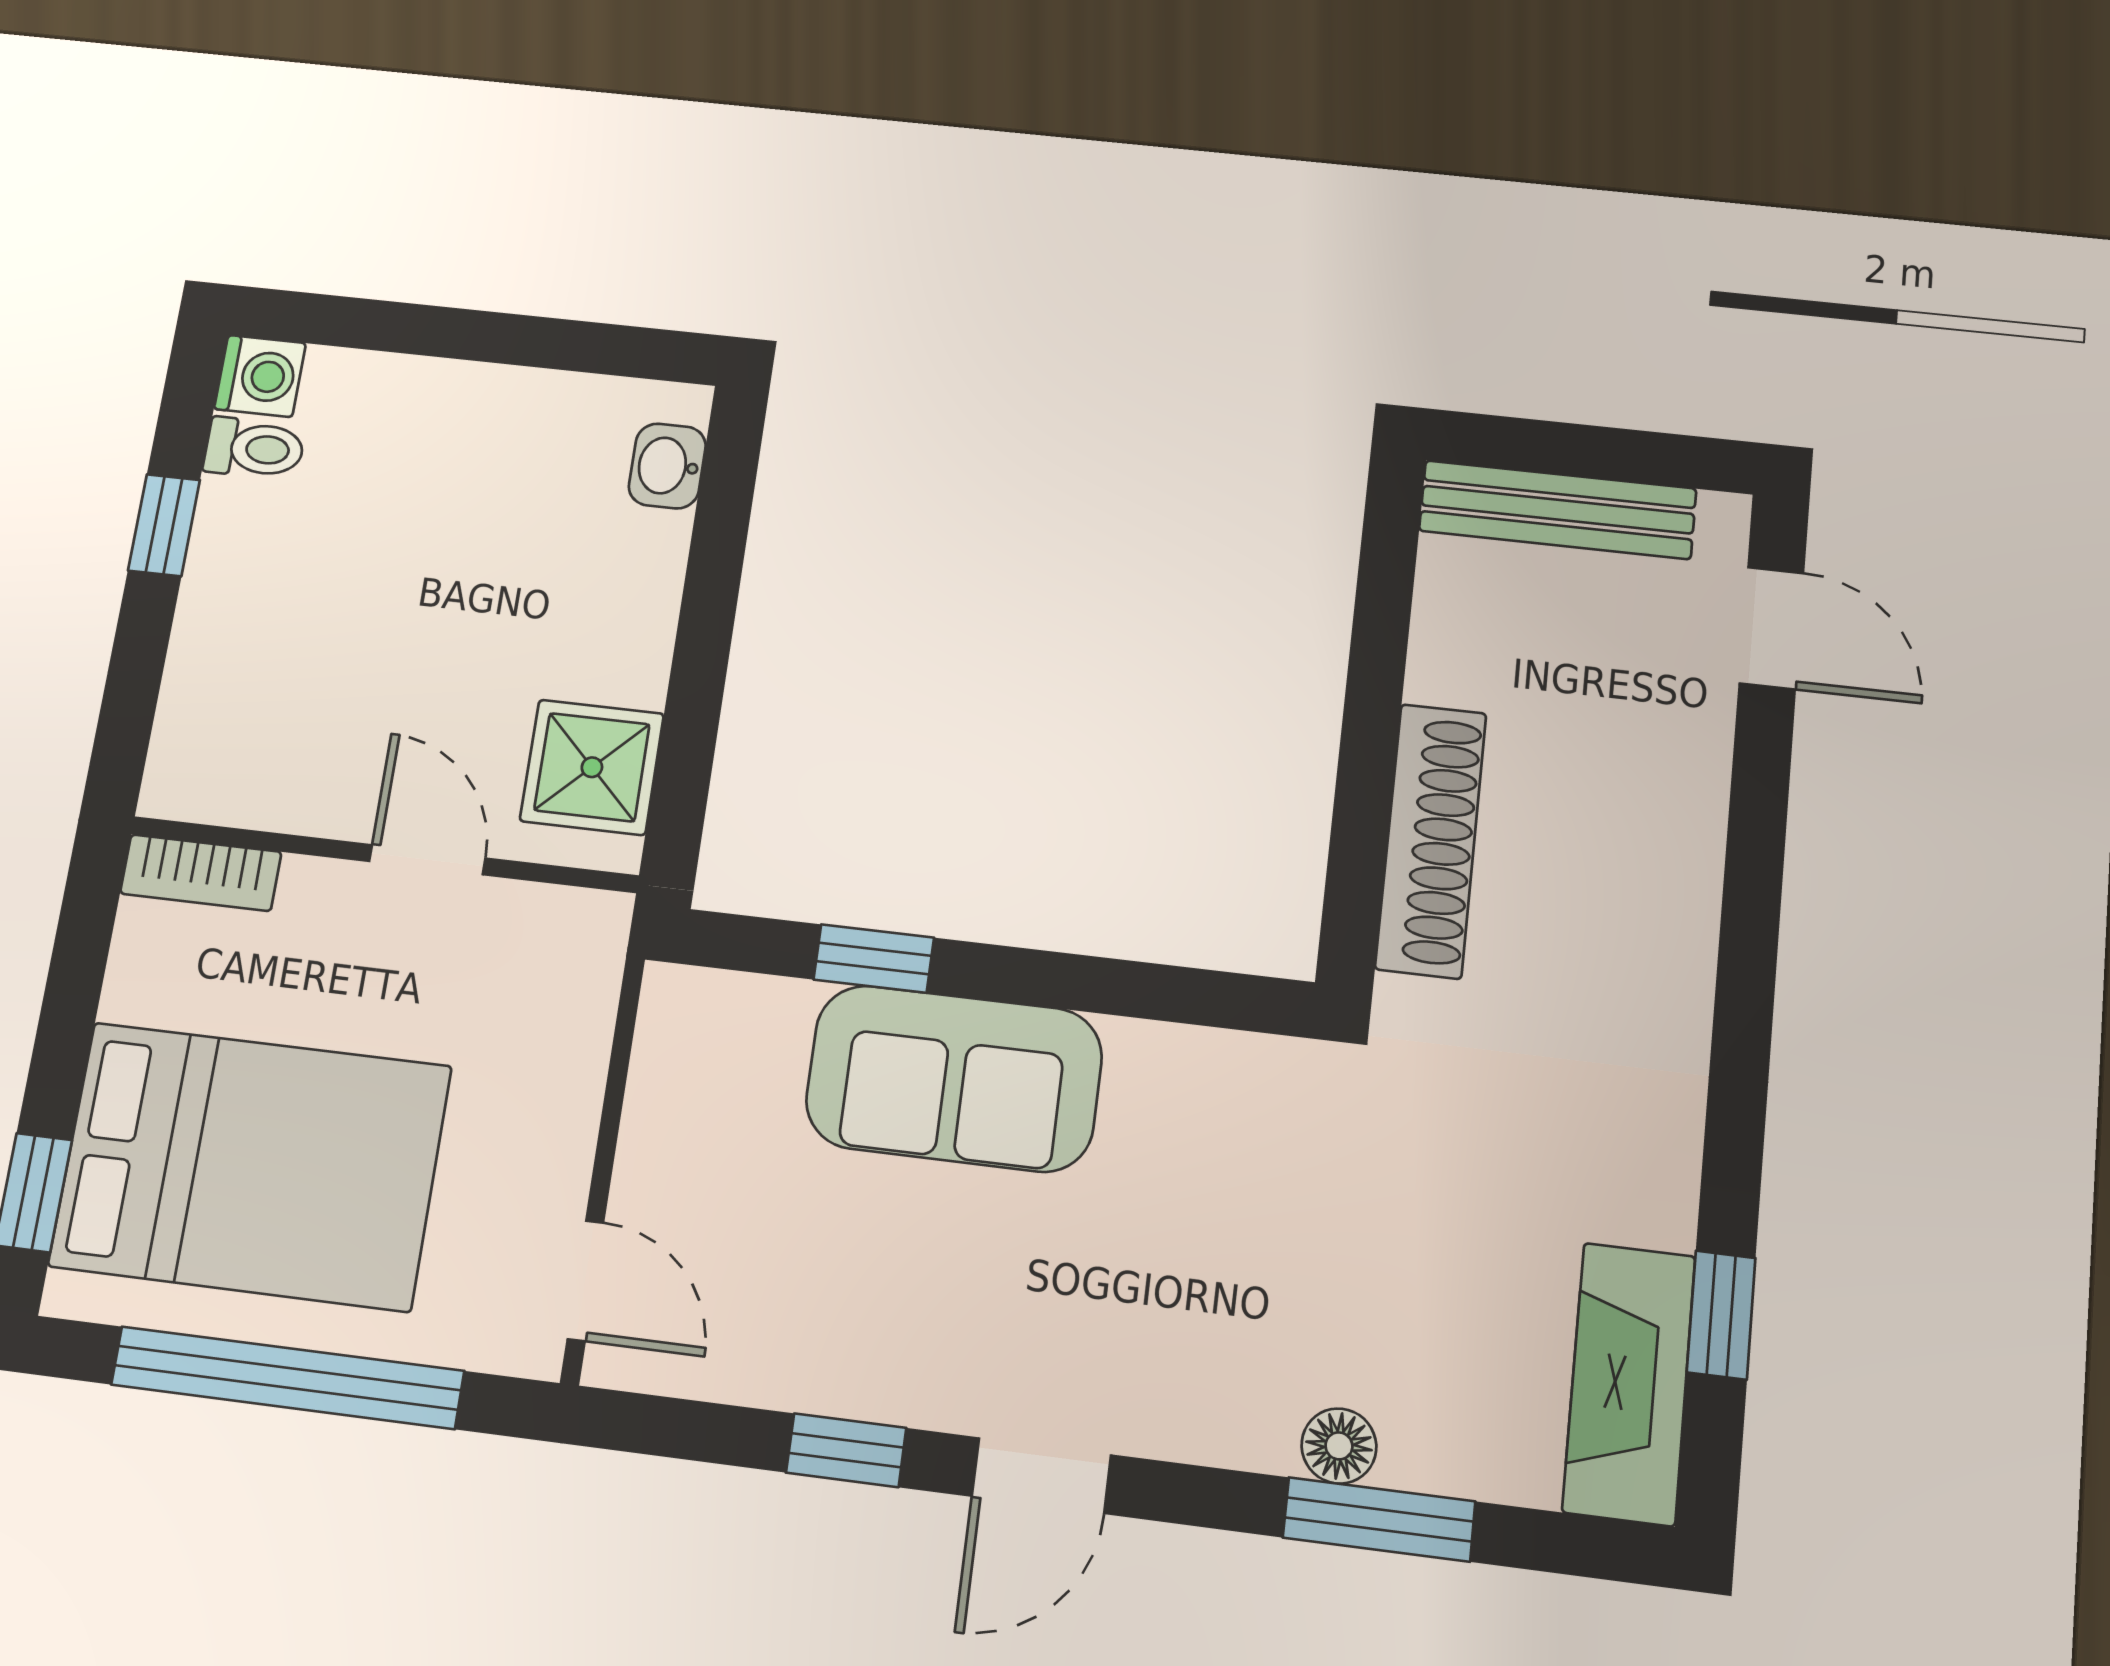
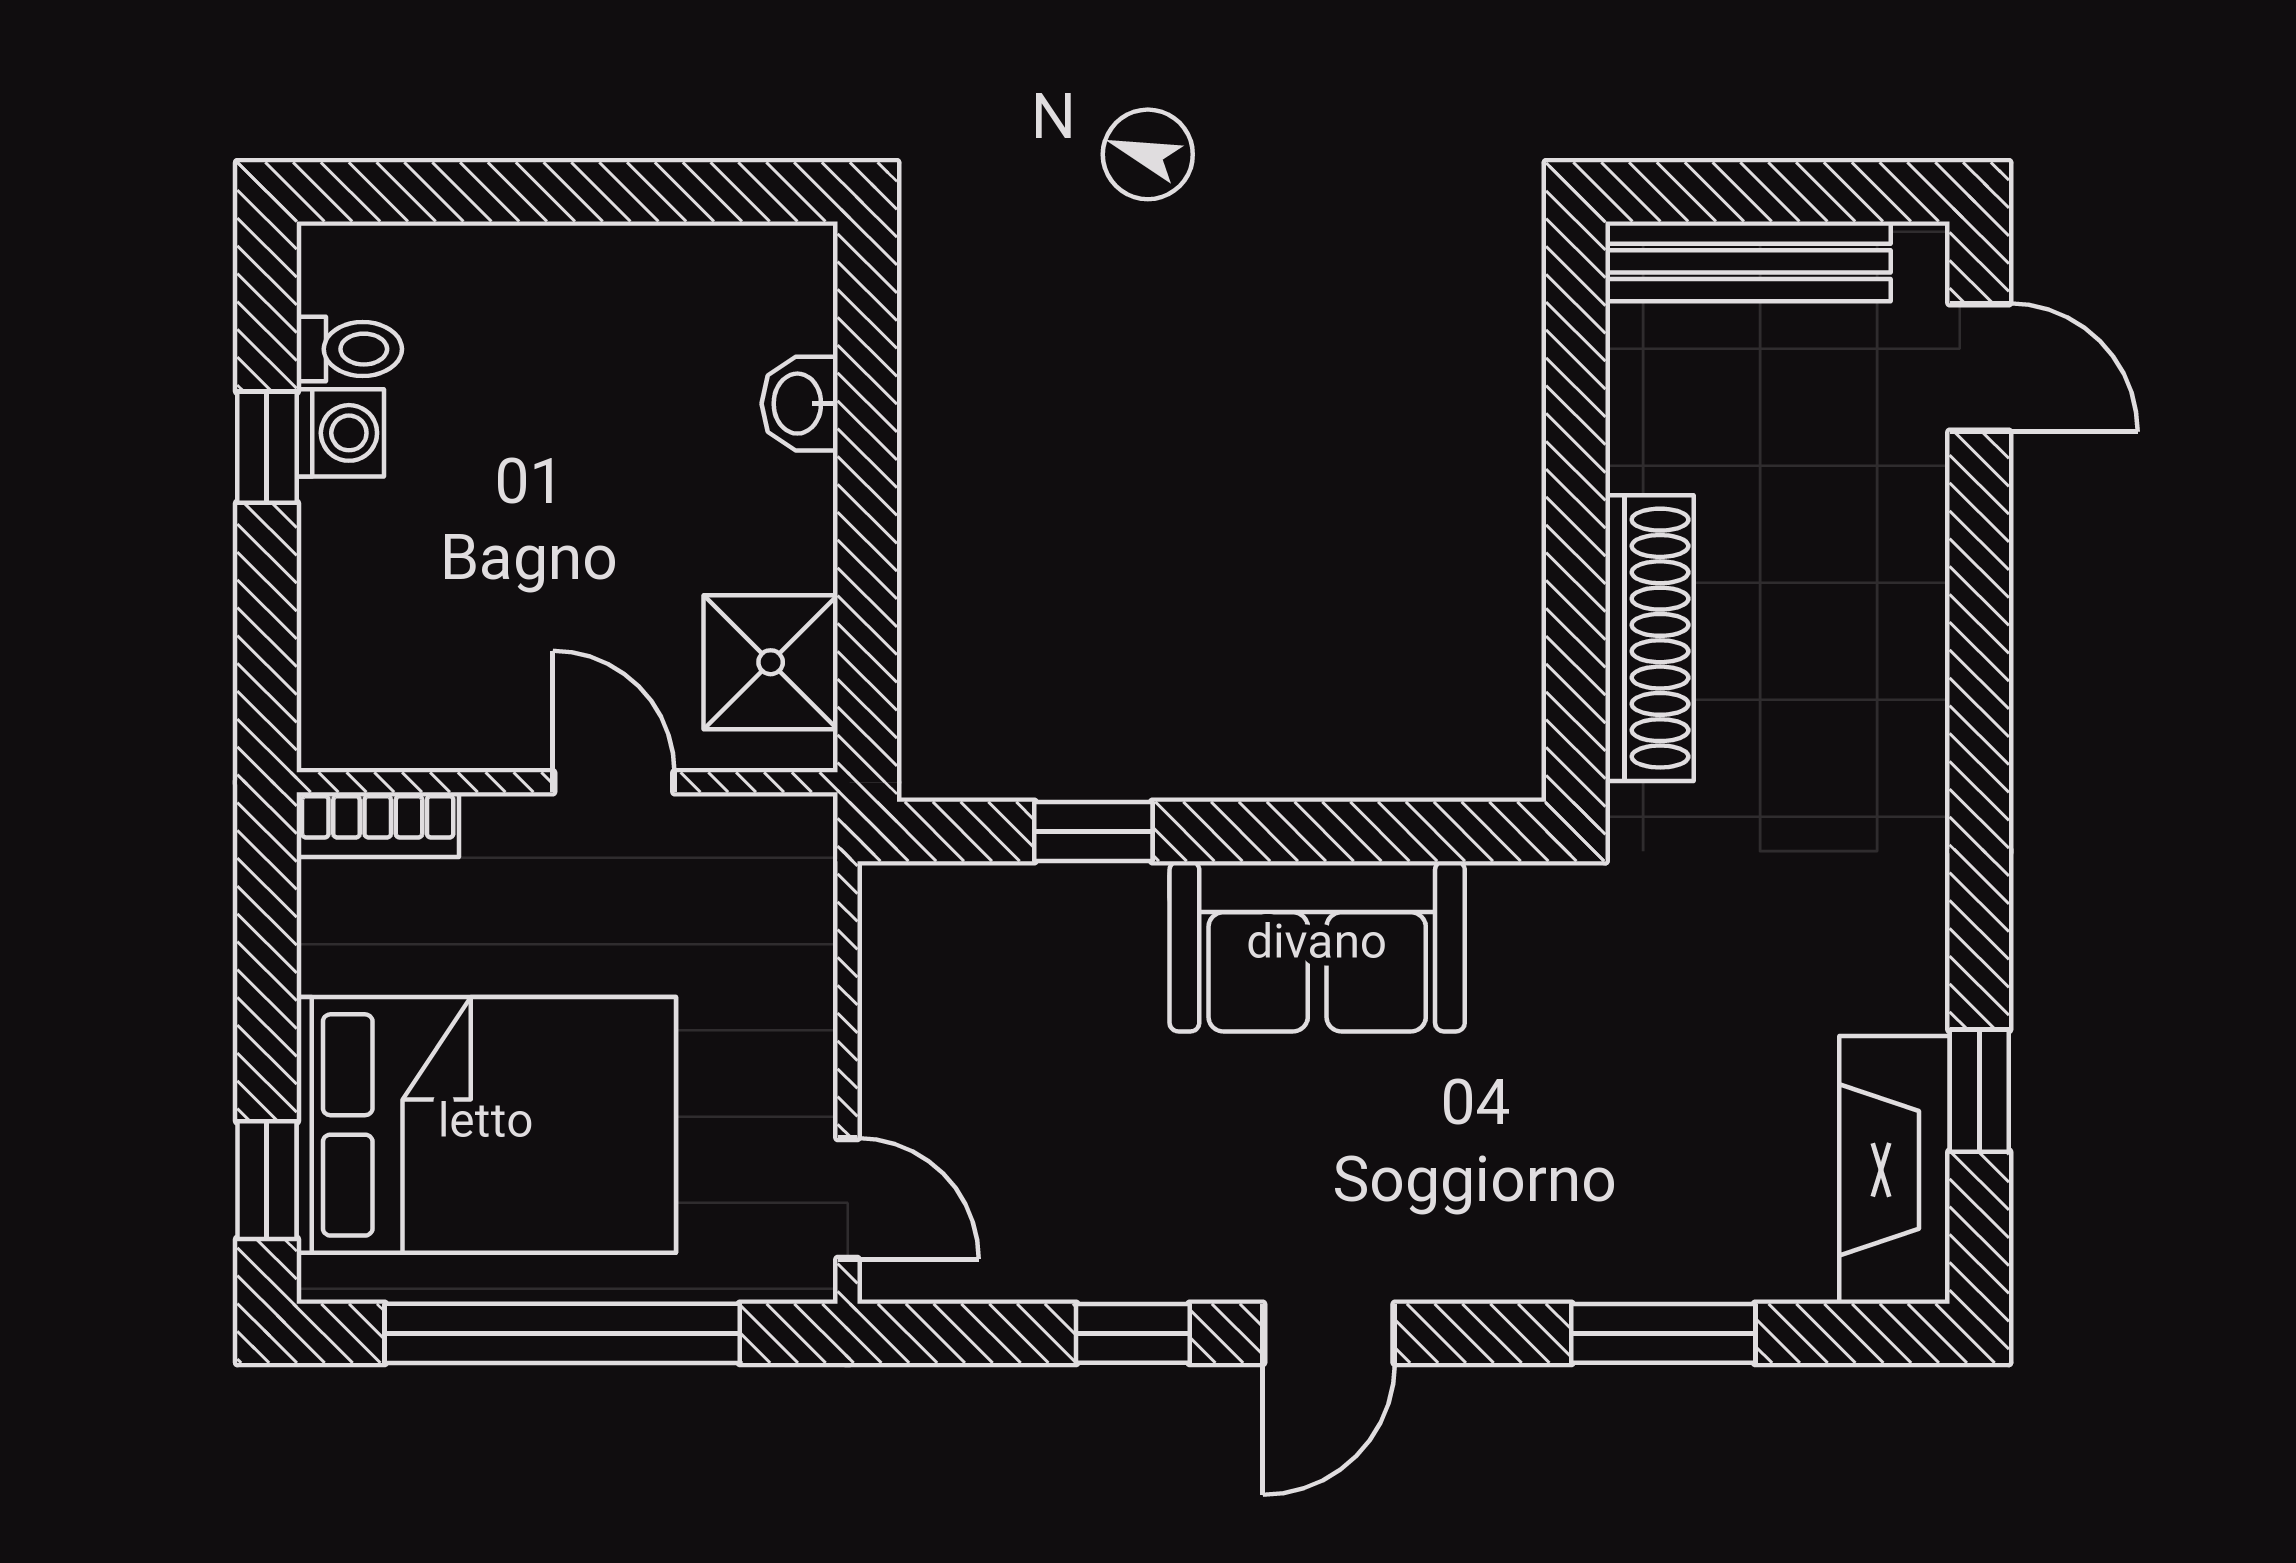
washing machine: (260, 376) -> (340, 433), moved
washbasin: (667, 466) -> (800, 404), moved
sofa: (954, 1078) -> (1317, 946), moved
floor lamp: (1339, 1446) -> (1617, 1267), removed

